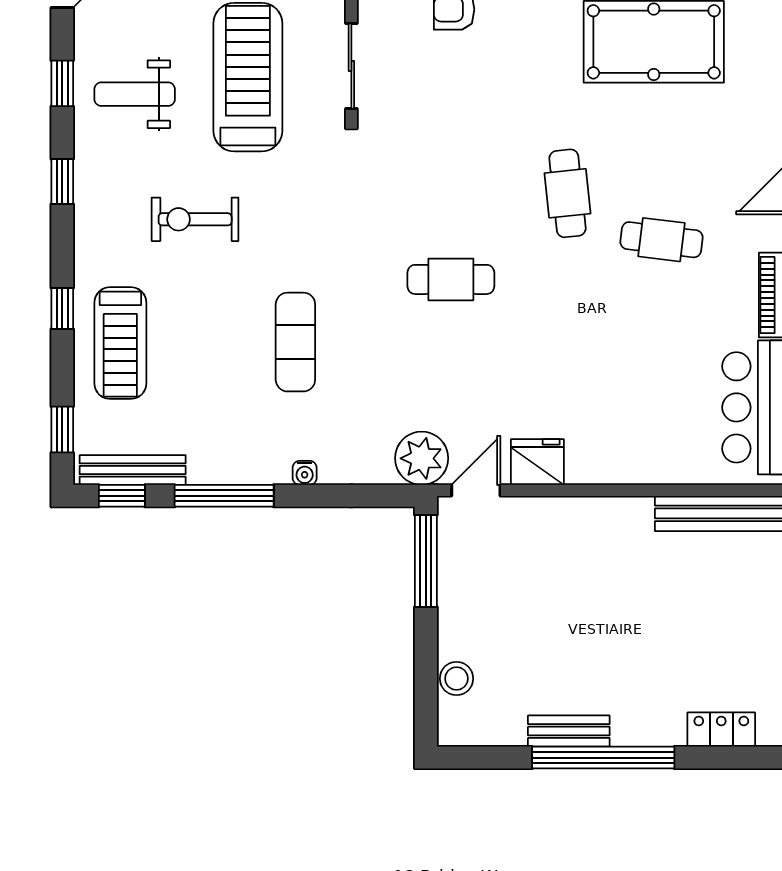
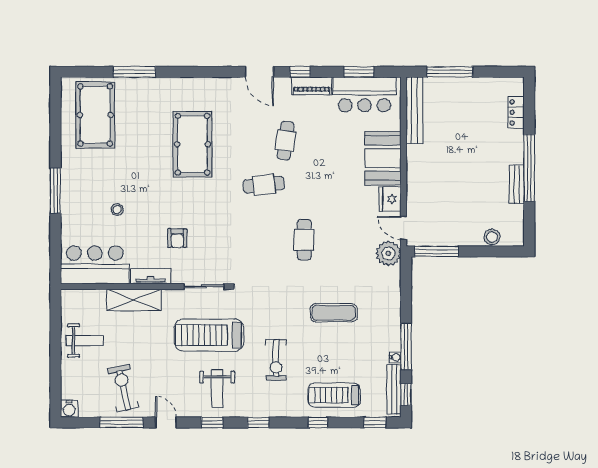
treadmill: (120, 343) -> (334, 395), turned 180
booth: (624, 447) -> (383, 158), added
water cooler: (305, 473) -> (395, 357), moved

